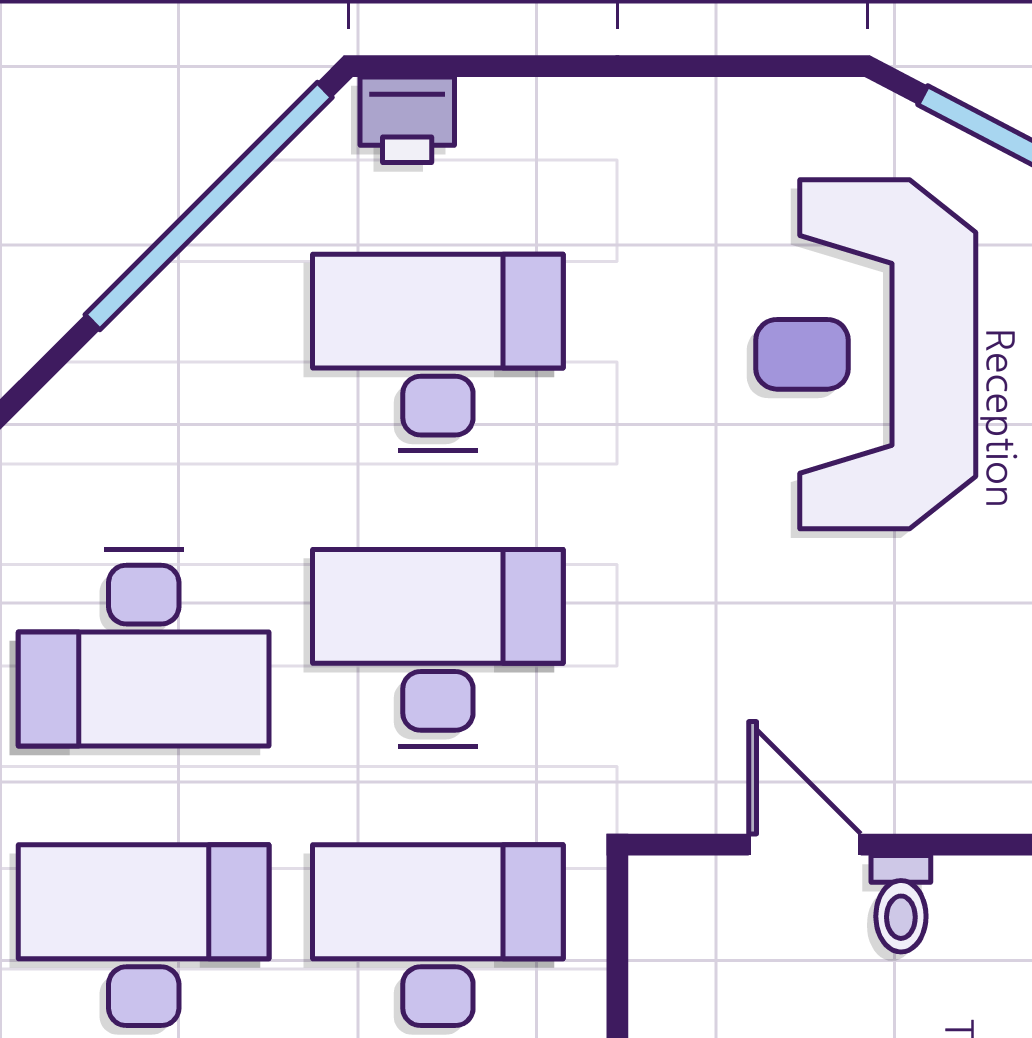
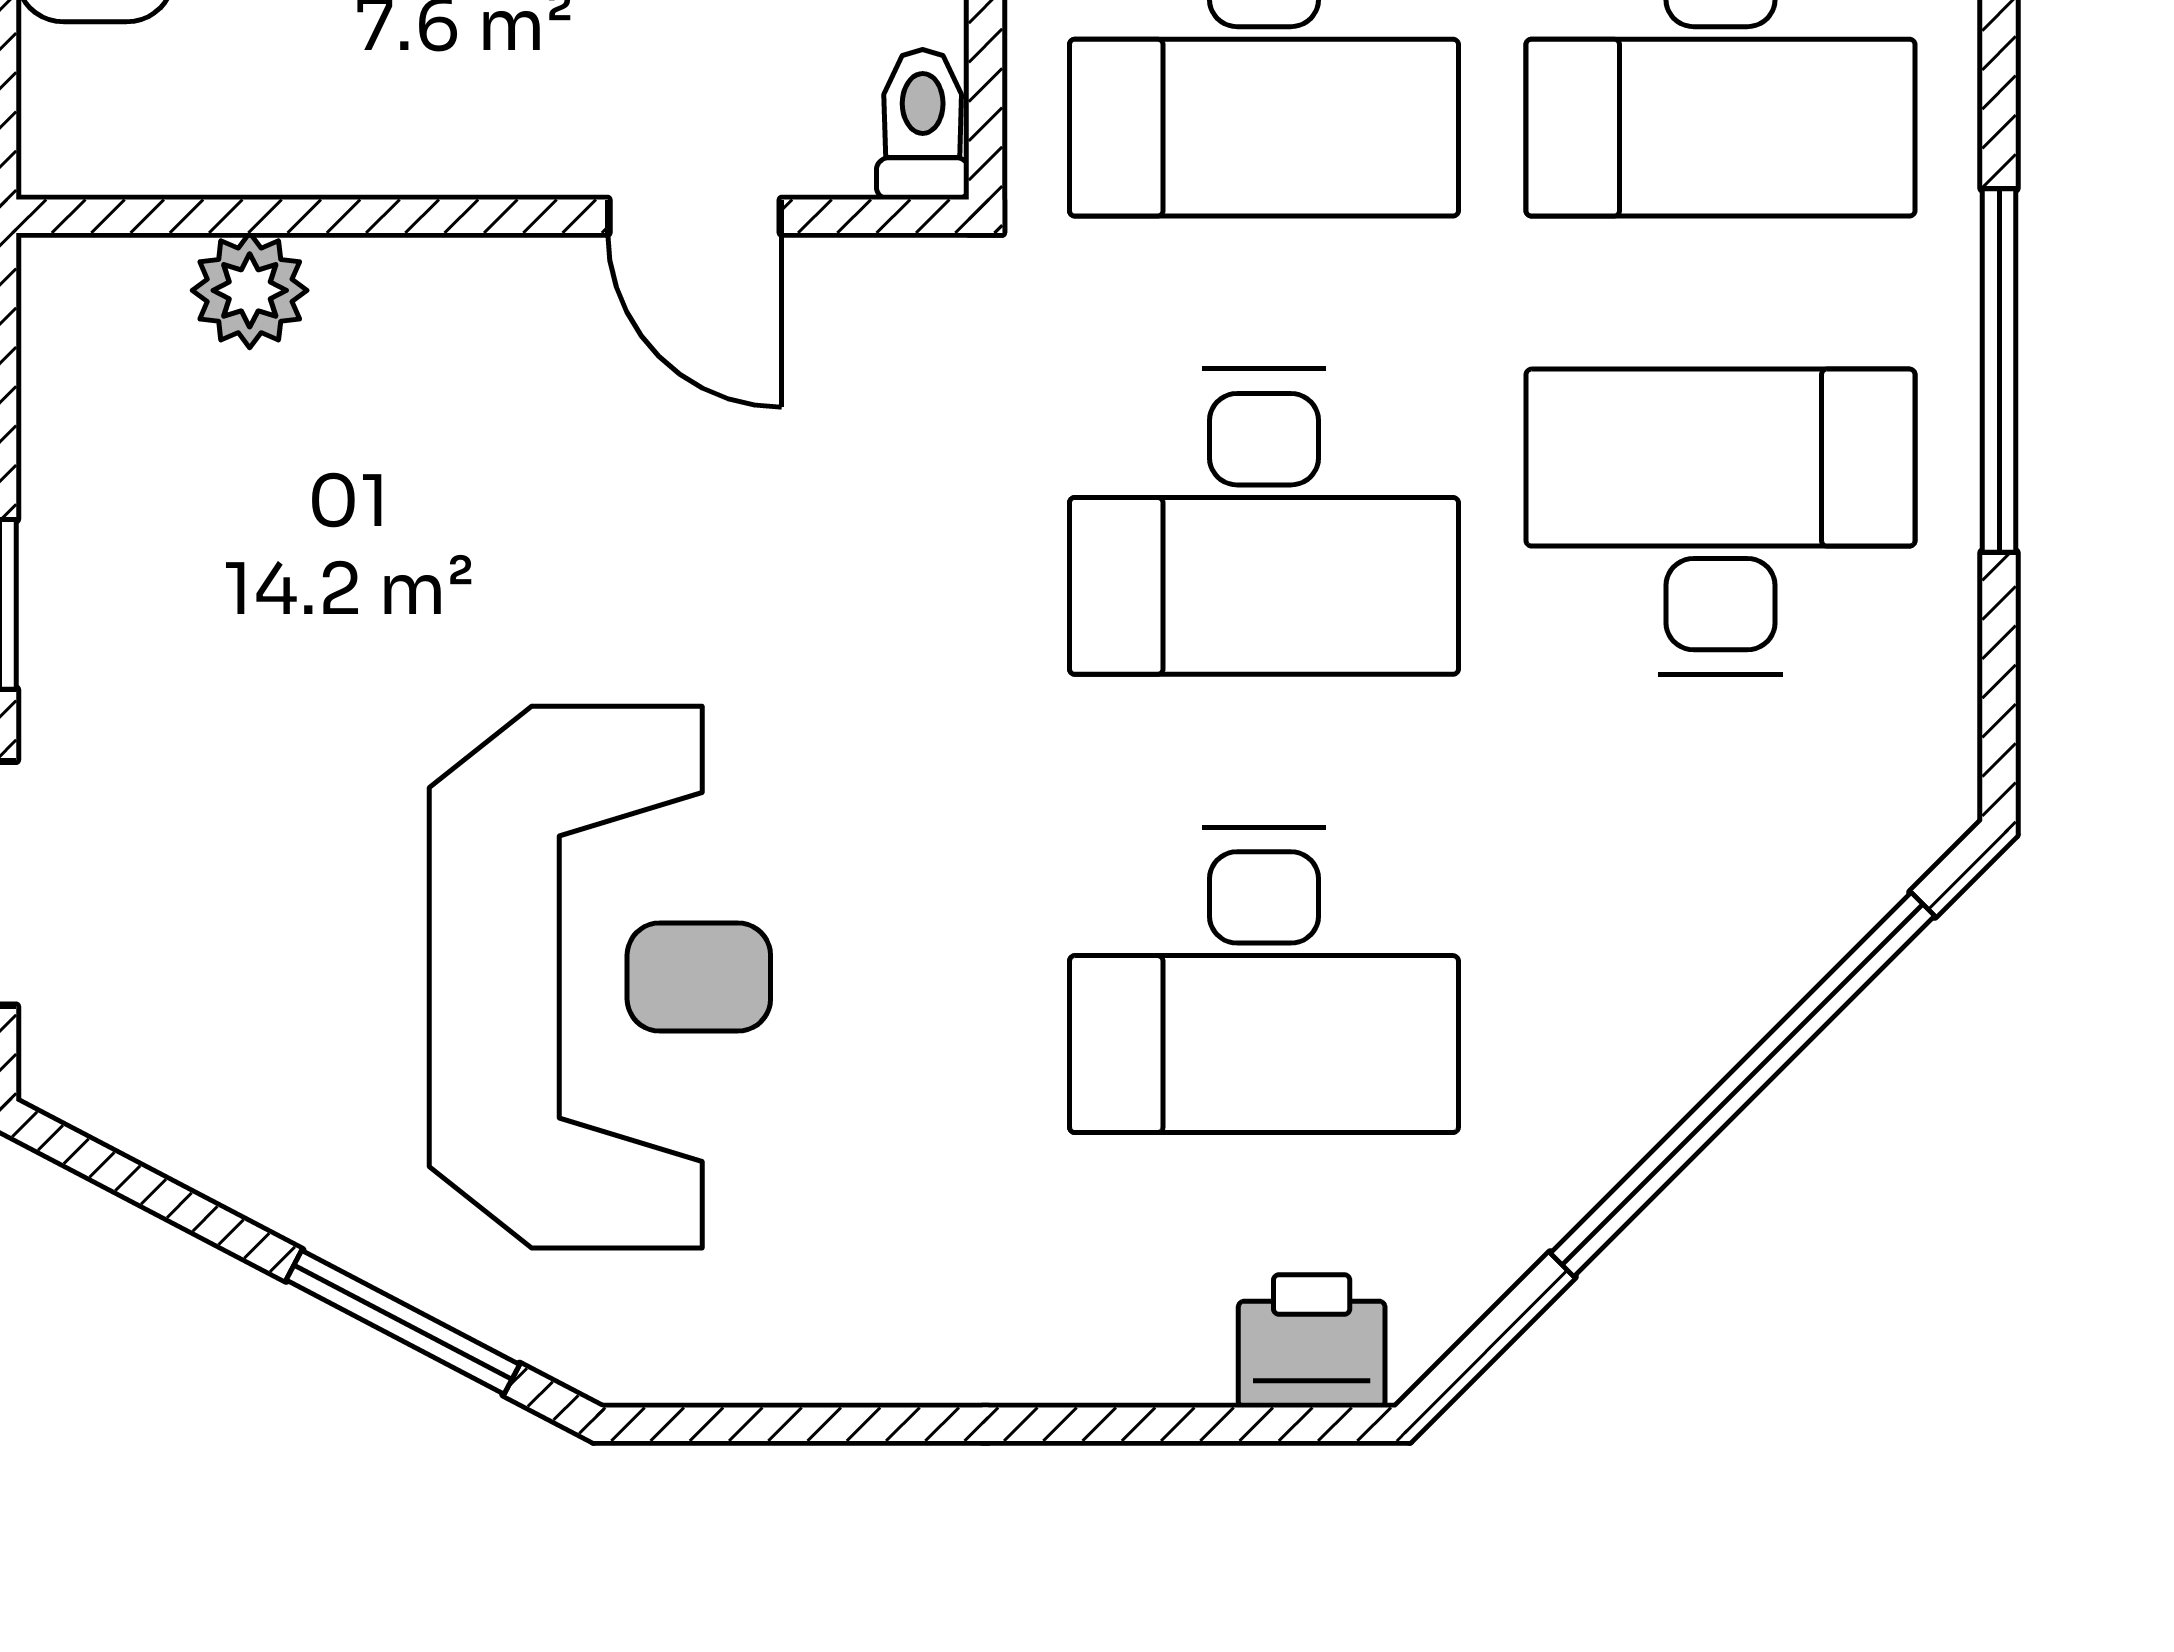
window: (209, 206) -> (1743, 1085), moved
toilet: (901, 904) -> (923, 125), moved

